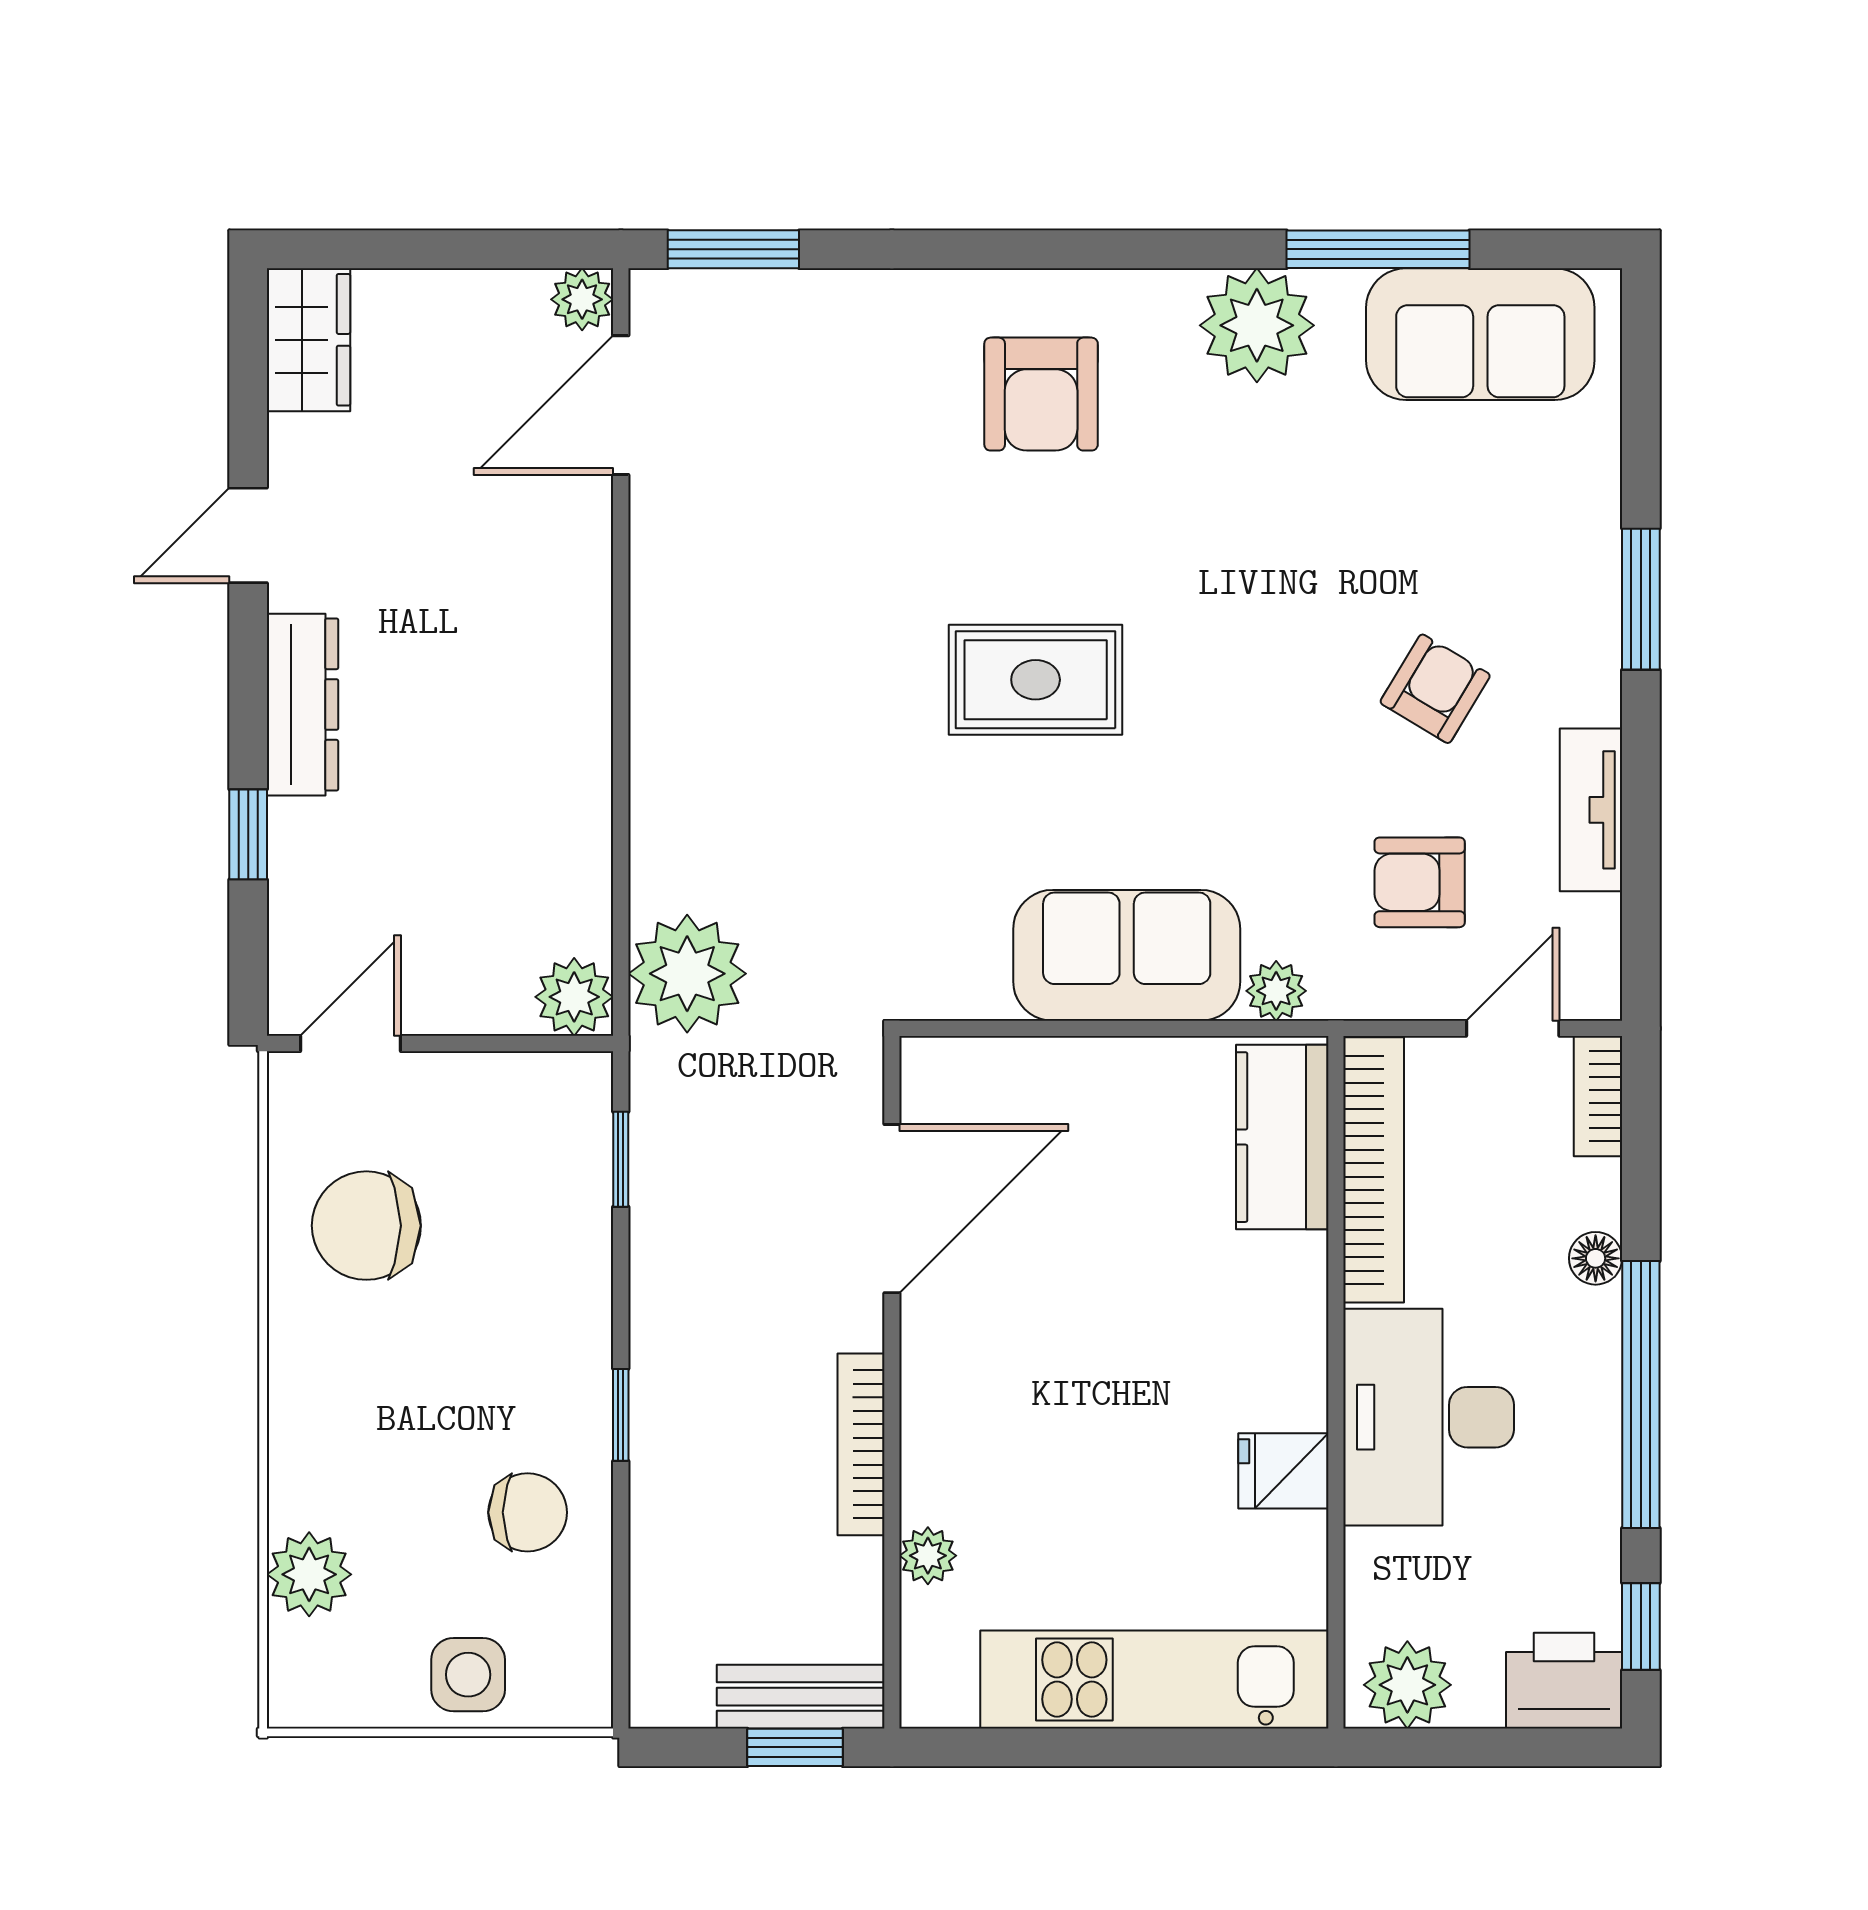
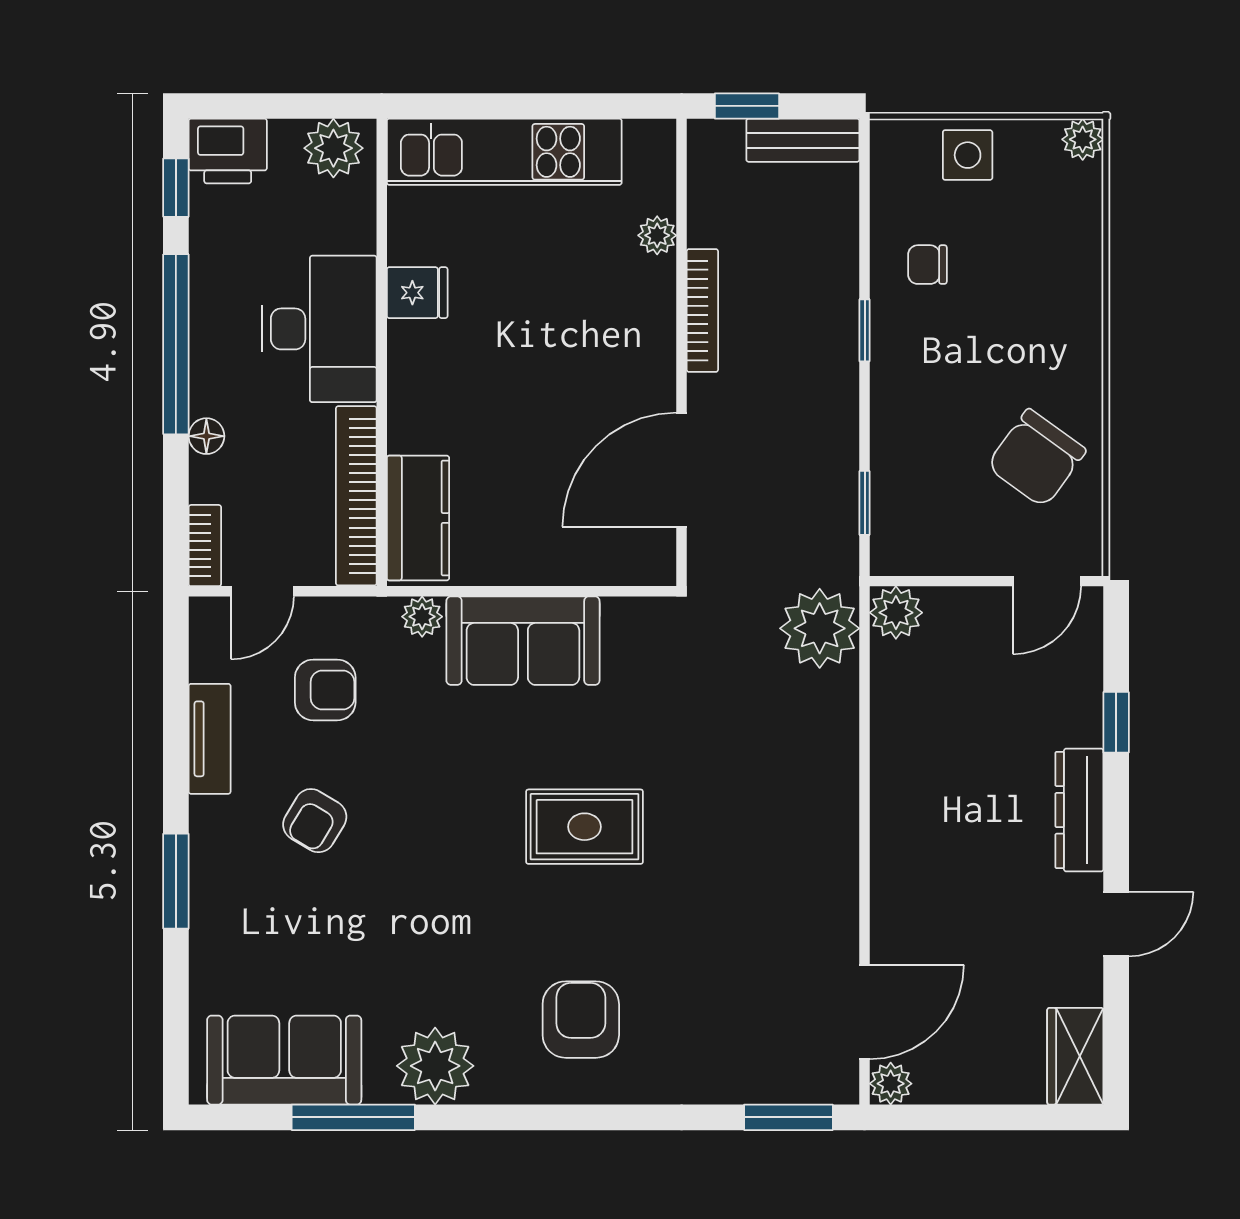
chair: (366, 1226) -> (1036, 458), turned 126
chair: (528, 1512) -> (927, 265), width x0.73, depth x0.73
plant: (309, 1574) -> (1083, 139), moved, width x0.73, depth x0.73
bench: (801, 1697) -> (803, 140), moved

